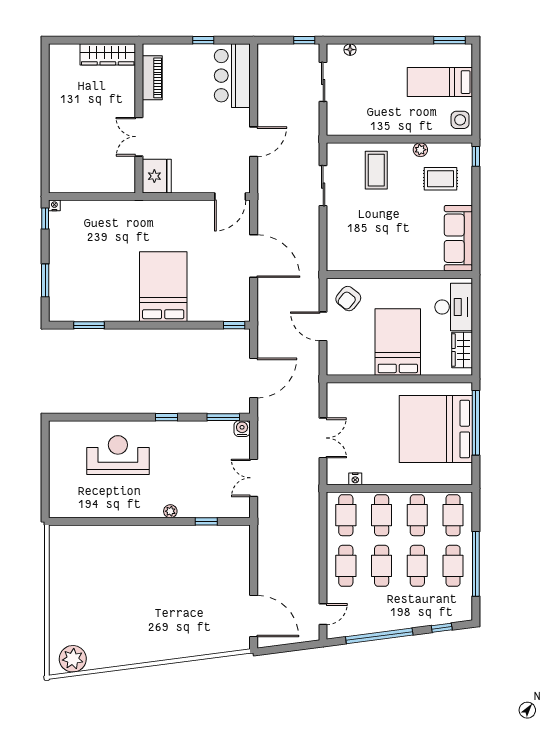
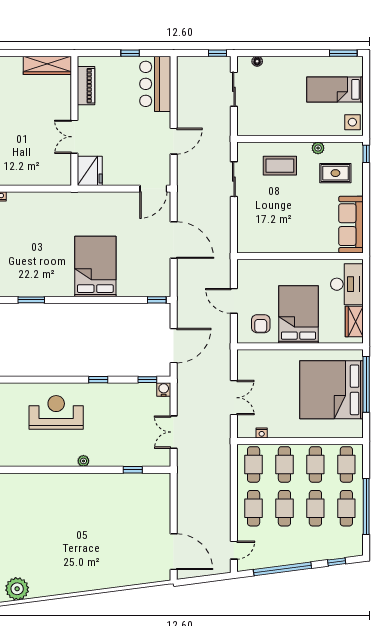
coffee table: (376, 170) -> (280, 166), turned 90
armchair: (348, 299) -> (261, 324), moved, turned -39
window: (223, 417) -> (147, 380), width x0.67
plant: (170, 511) -> (83, 461), moved

